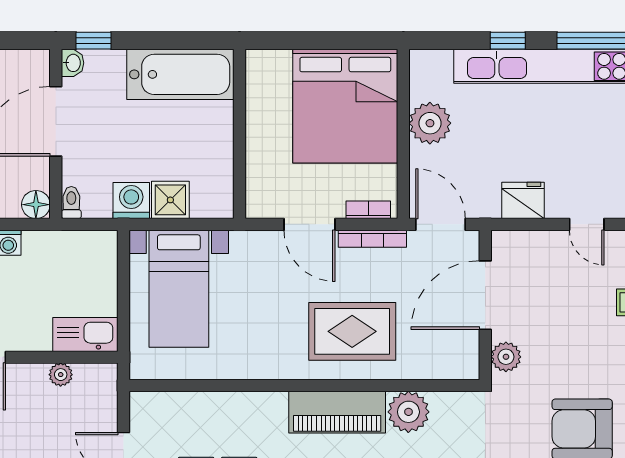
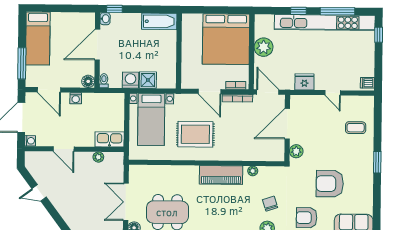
bathtub: (180, 74) -> (159, 21), width x0.73, depth x0.73
rug: (352, 331) -> (195, 134), moved
plant: (408, 412) -> (253, 171), width x0.53, depth x0.53

